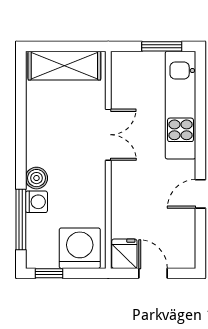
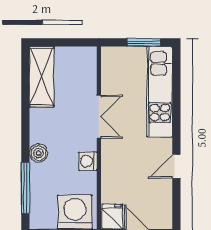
shelving: (64, 66) -> (42, 77), moved, turned 90
washing machine: (36, 202) -> (88, 161), moved, turned 180

